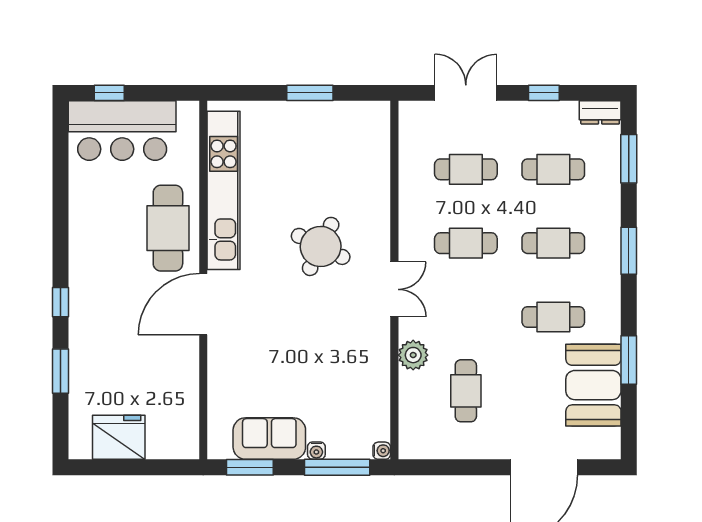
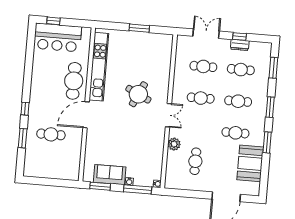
dresser: (600, 112) -> (240, 45), moved
cafe table: (126, 357) -> (51, 134), added
window: (629, 360) -> (267, 142), moved
fridge: (119, 437) -> (45, 169), removed

